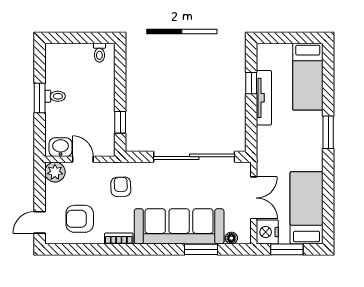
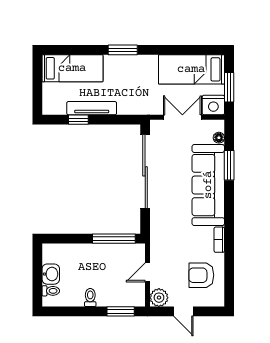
toilet: (99, 53) -> (51, 291), moved
window: (40, 98) -> (121, 311), moved
window: (120, 122) -> (114, 239), width x2.17
washbasin: (61, 147) -> (51, 274), moved, turned 180
armchair: (121, 187) -> (172, 238), removed
armchair: (80, 219) -> (201, 275), turned 90
door: (40, 222) -> (183, 311), moved

